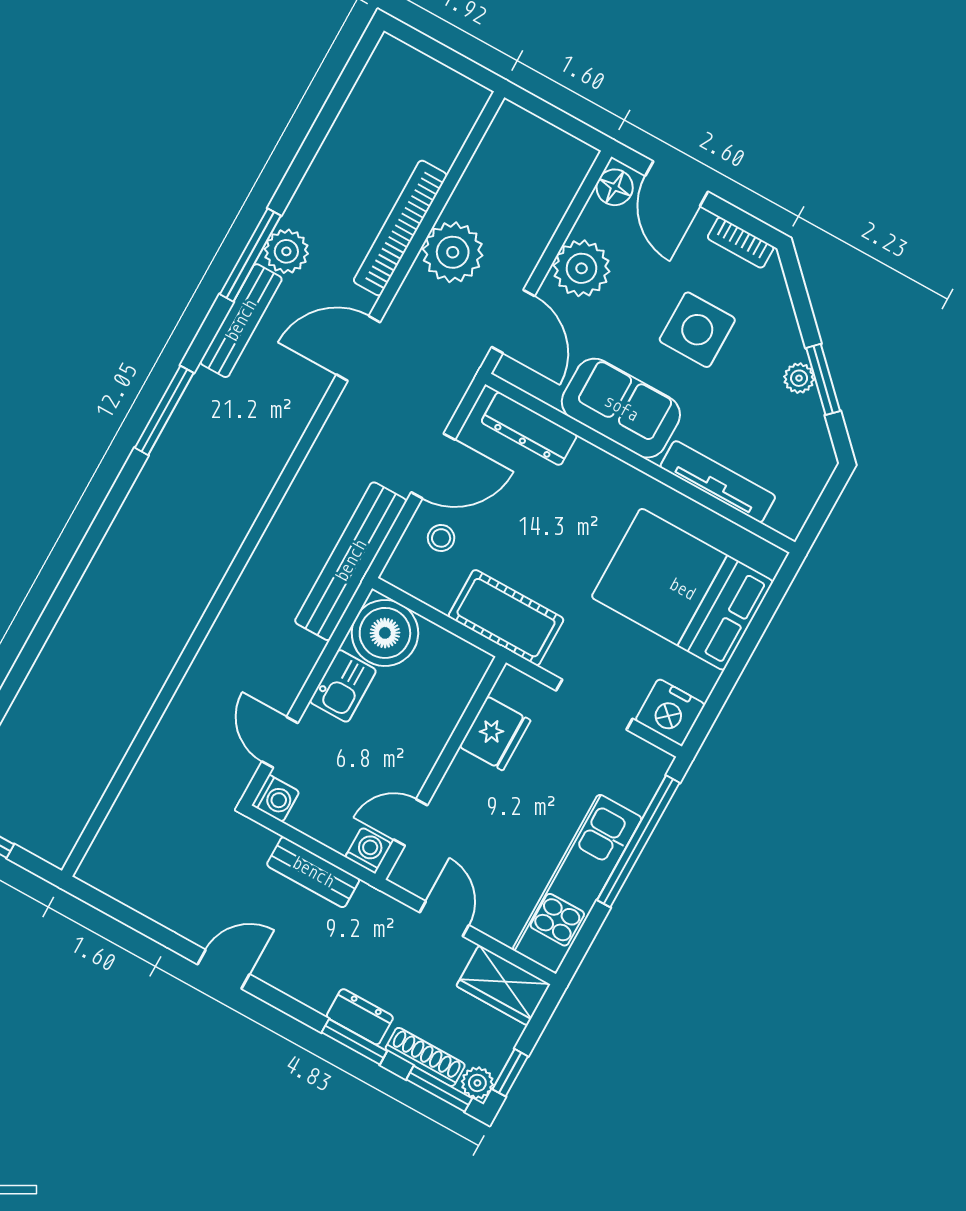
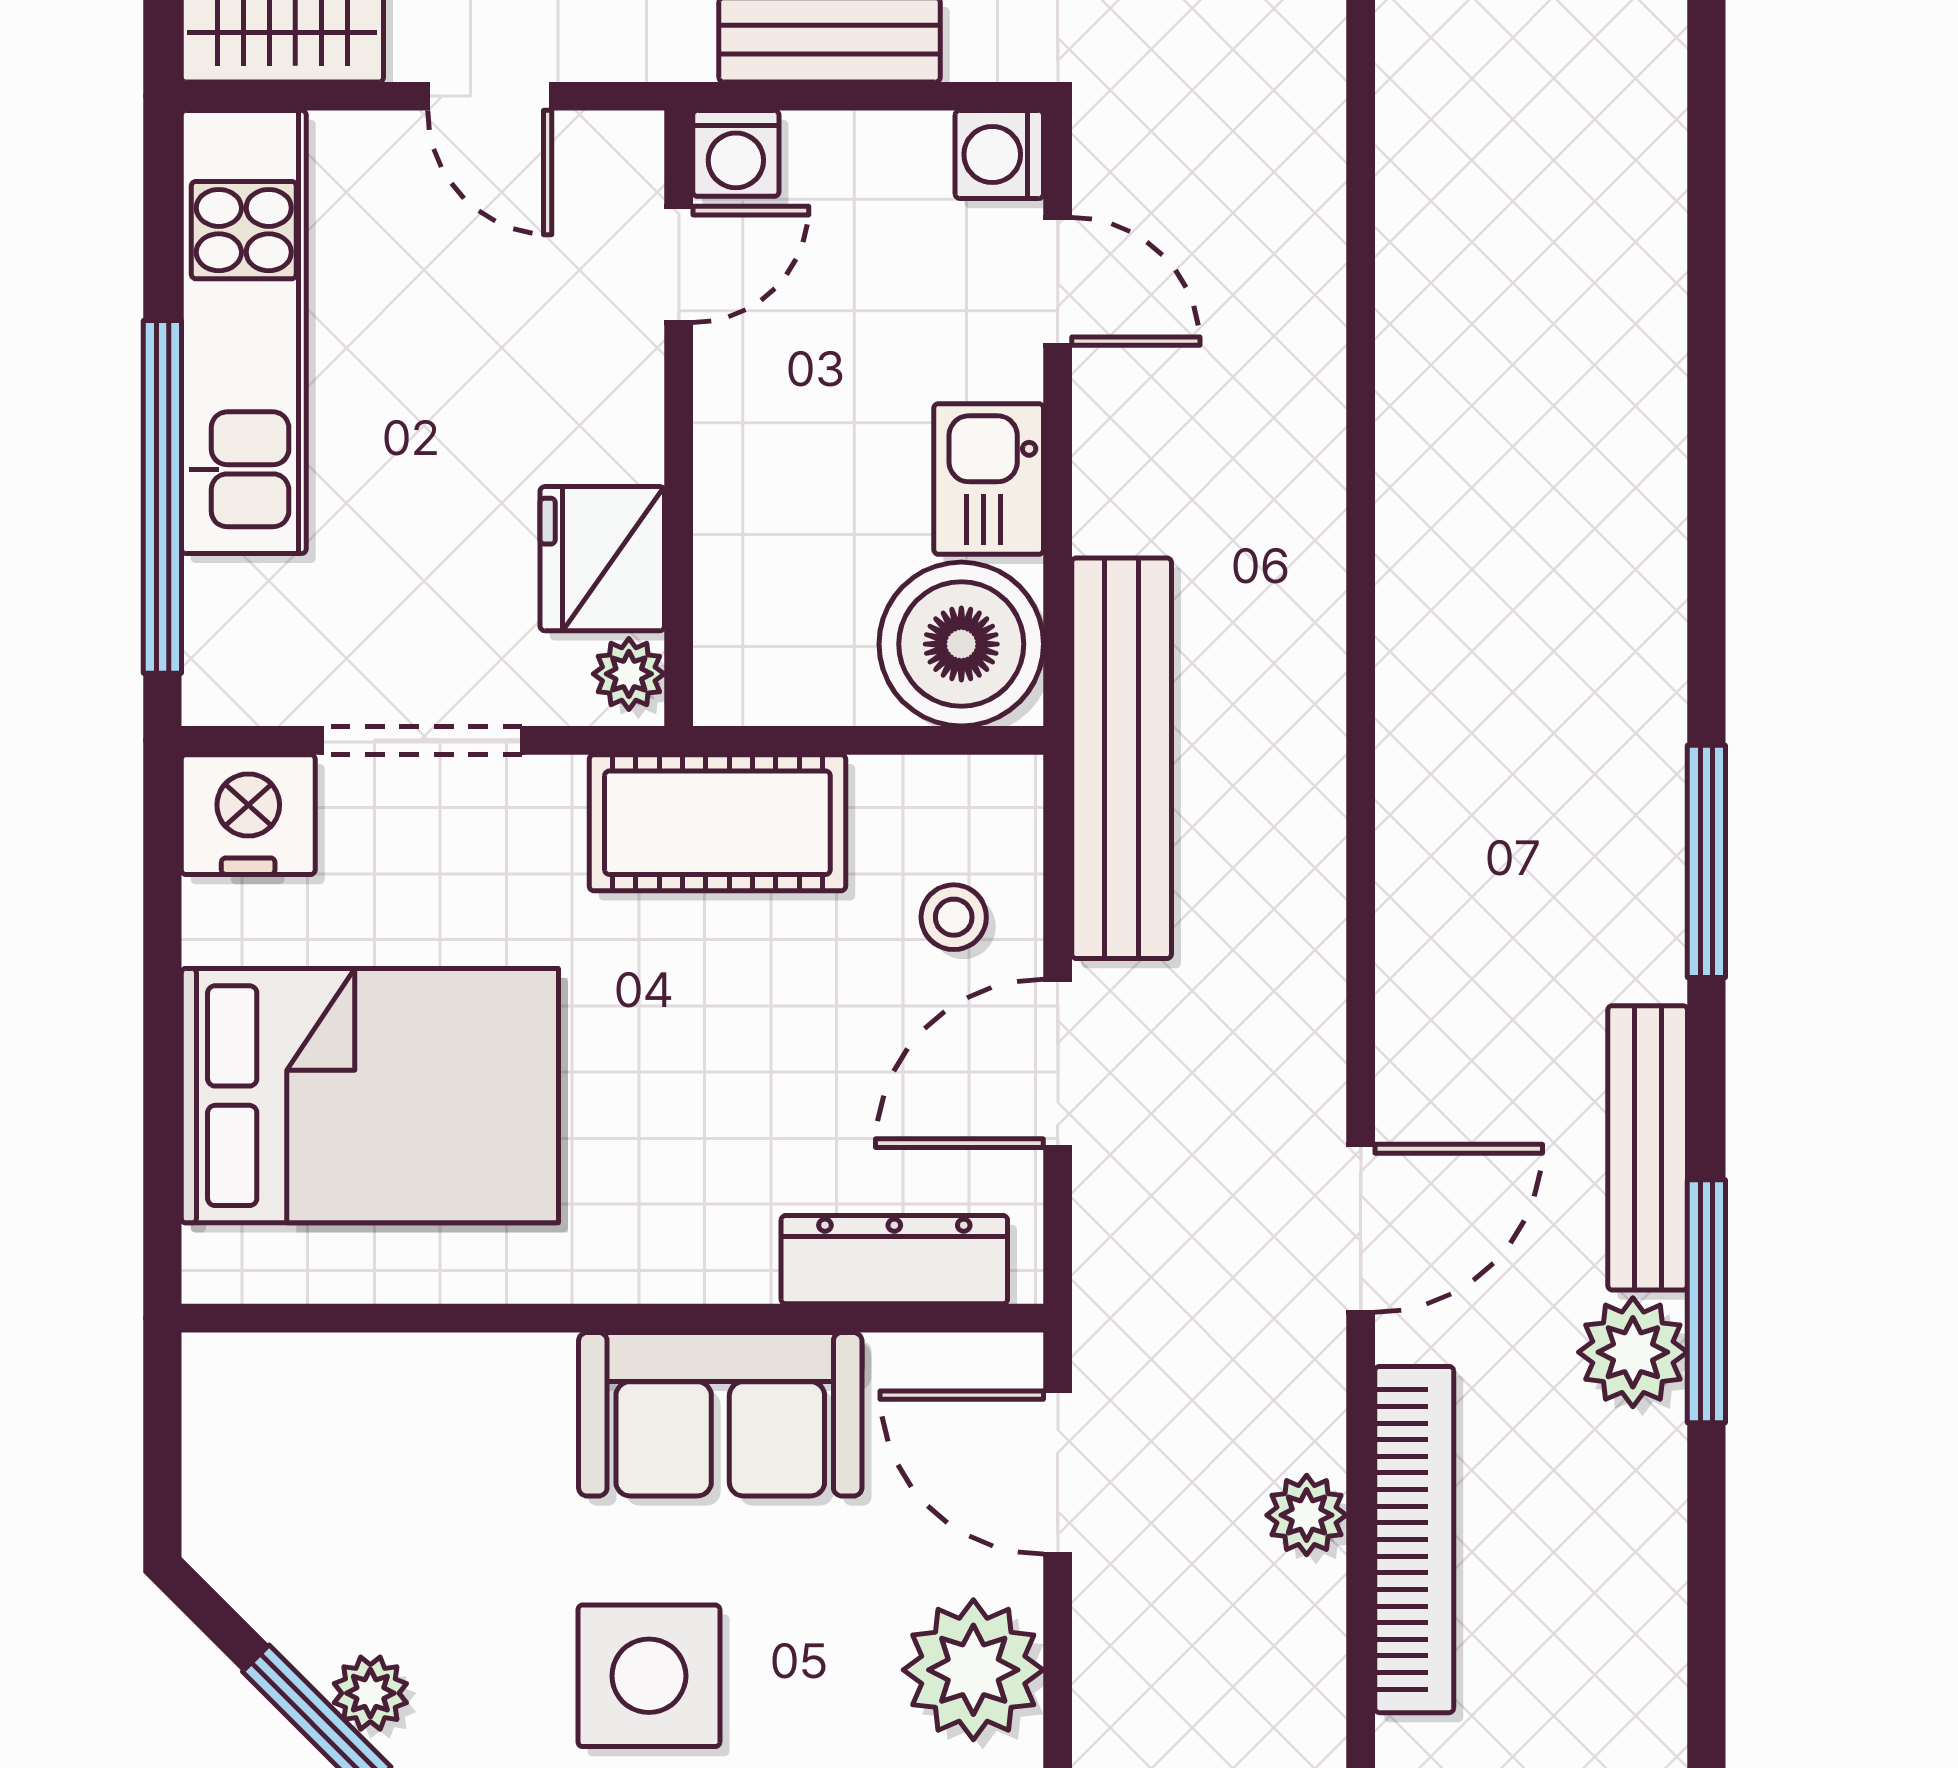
plant: (453, 252) -> (1307, 1515), width x0.53, depth x0.53
tv unit: (718, 482) -> (422, 1371), removed
plant: (508, 688) -> (629, 674), added

